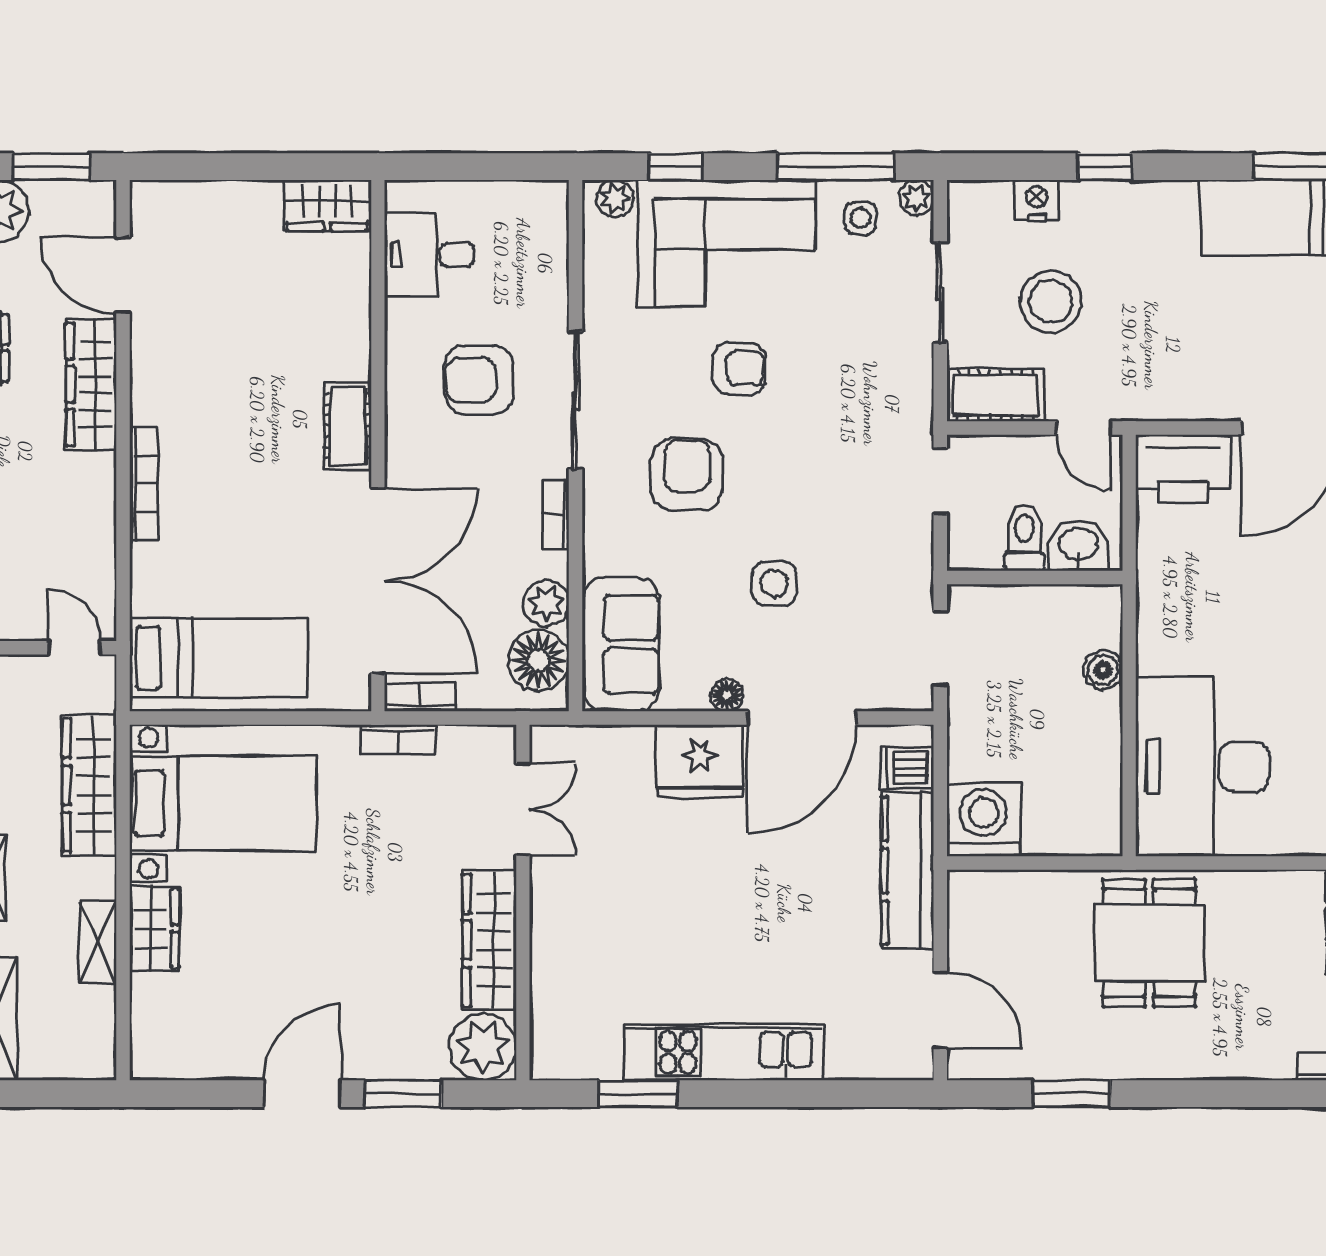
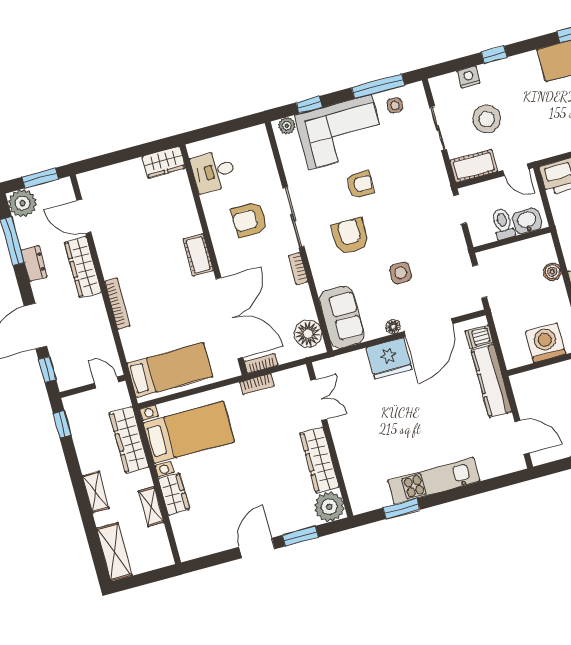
plant: (916, 198) -> (417, 90), removed
plant: (546, 603) -> (305, 308), removed
washing machine: (983, 820) -> (546, 343), moved

